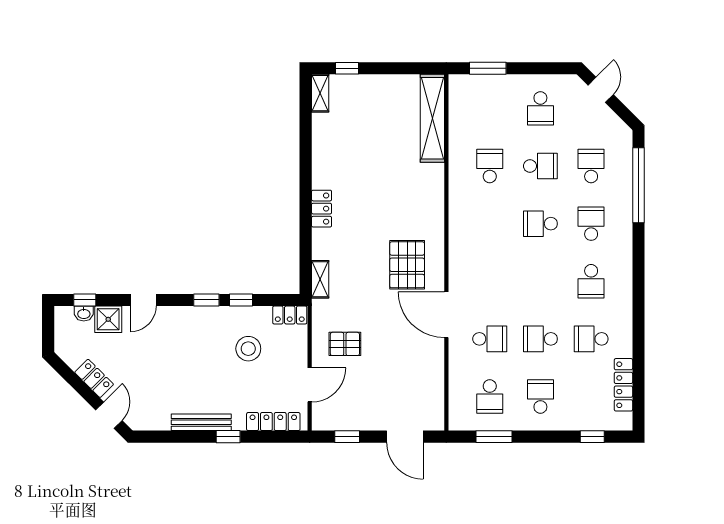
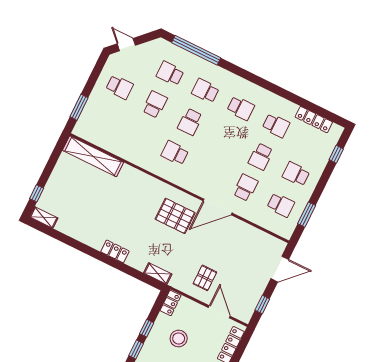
school desk: (490, 166) -> (175, 153), moved
school desk: (591, 339) -> (276, 126), turned -90

